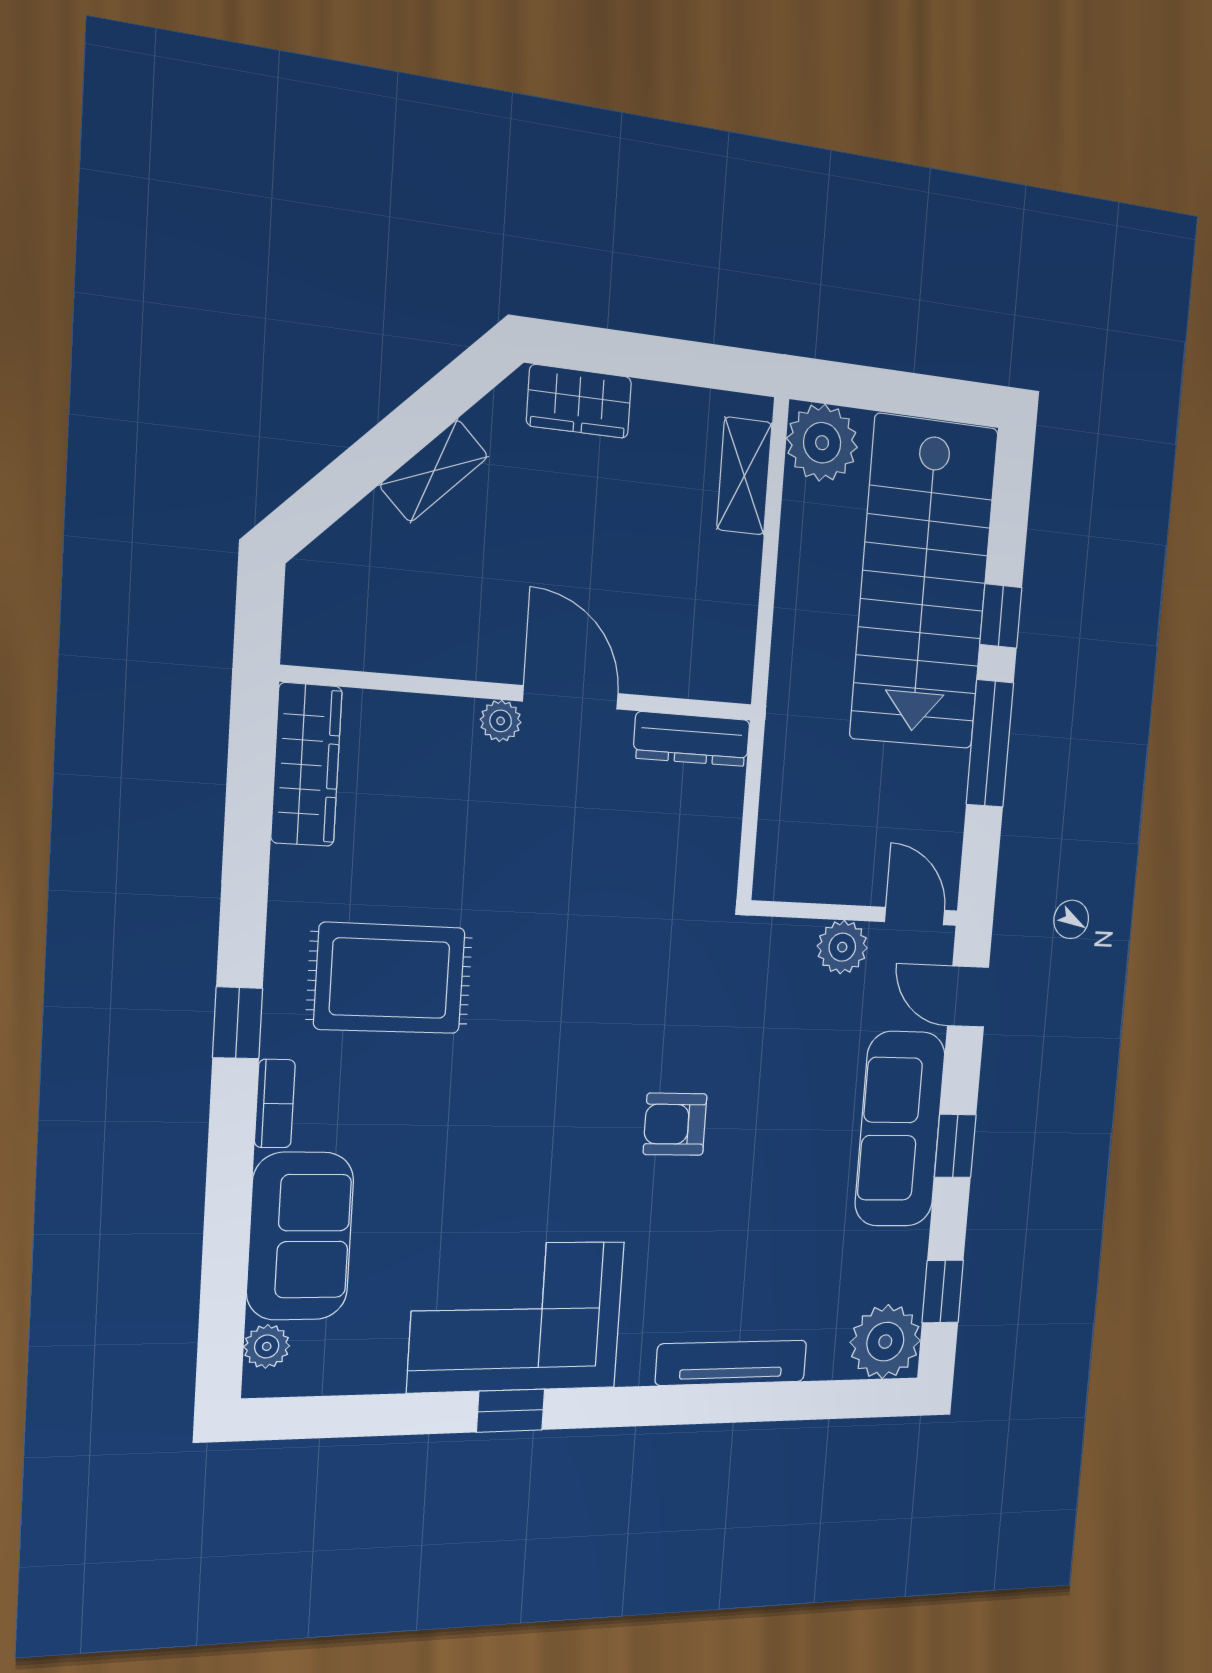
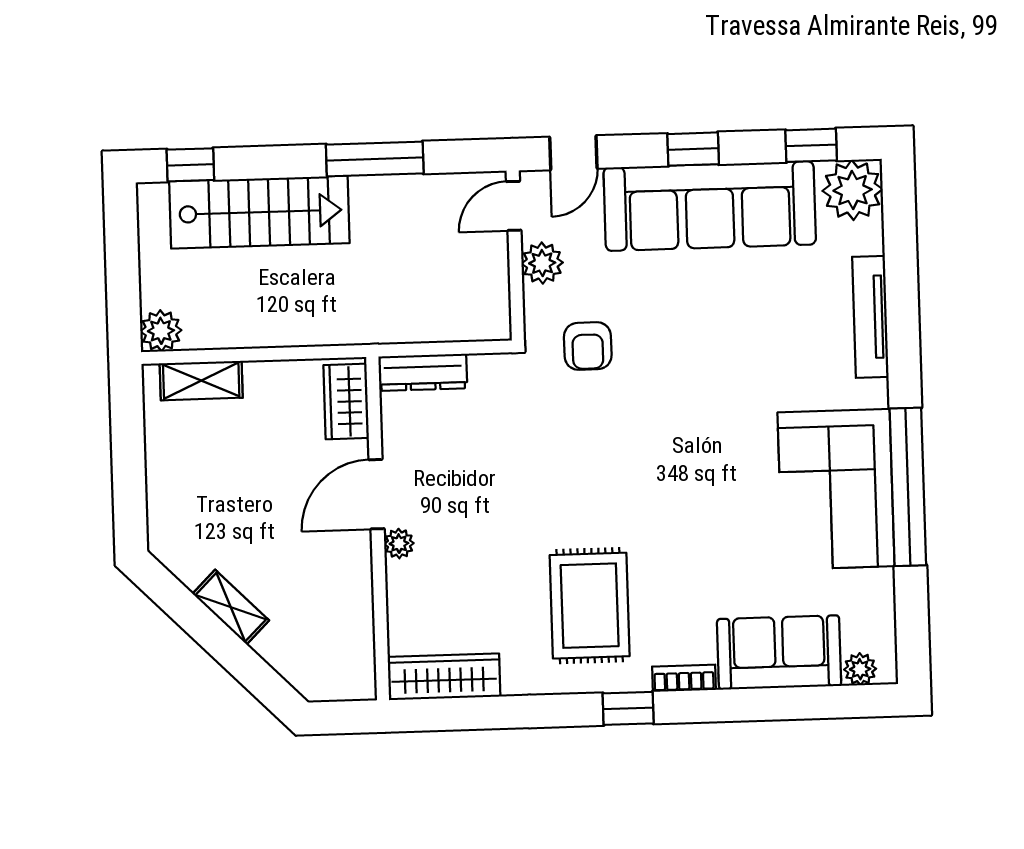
wardrobe: (579, 401) -> (346, 402), moved, turned 180
plant: (822, 443) -> (161, 331), width x0.73, depth x0.73
stairs: (924, 583) -> (259, 212), width x0.73, depth x0.66
window: (1001, 616) -> (190, 165), moved
dresser: (692, 739) -> (423, 372), moved, turned 90
armchair: (675, 1124) -> (588, 346), moved
sofa: (900, 1129) -> (710, 206), width x1.36, depth x1.27
window: (511, 1411) -> (908, 487), width x3.17

